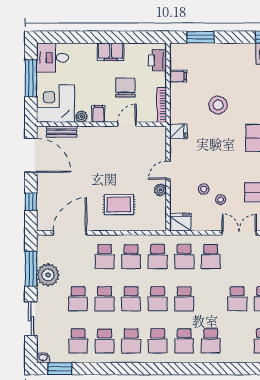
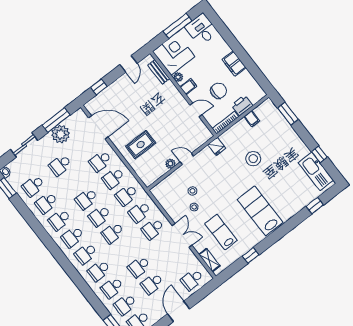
printer: (158, 60) -> (242, 105), moved
door: (31, 155) -> (128, 64), width x0.53
rug: (119, 205) -> (141, 145), turned 90
fridge: (181, 222) -> (160, 193), removed
school desk: (105, 299) -> (112, 288), moved

